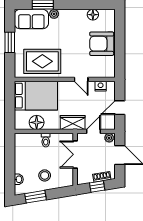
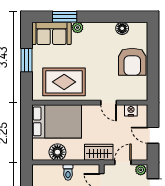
armchair: (102, 44) -> (132, 62), turned -90
door: (120, 108) -> (153, 135), hinge flipped

